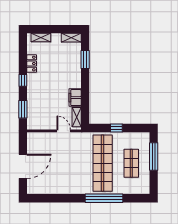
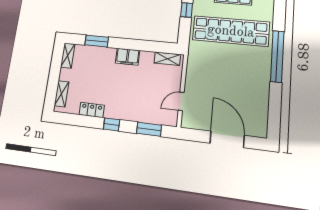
filing cabinet: (75, 98) -> (128, 57), moved
door: (64, 131) -> (181, 101), moved
window: (104, 198) -> (277, 56), moved

